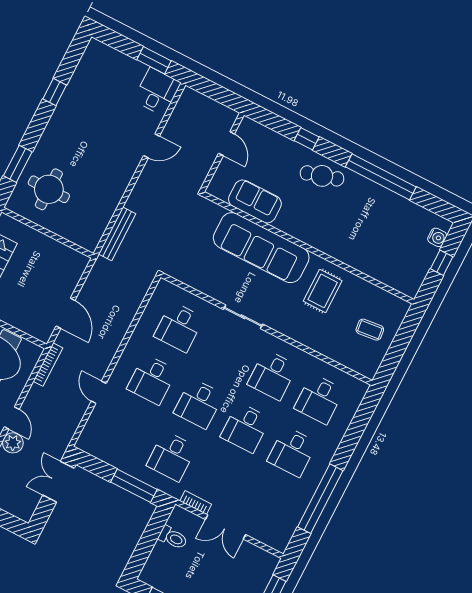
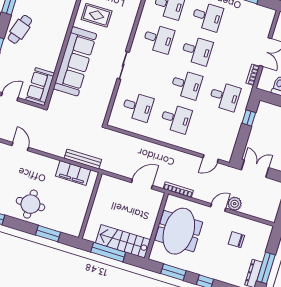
cafe table: (322, 176) -> (20, 29), turned 34
round table: (49, 189) -> (30, 204), moved
sofa: (255, 201) -> (40, 87), moved
filing cabinet: (99, 216) -> (73, 173), added
door: (99, 392) -> (211, 159), moved
double door: (58, 482) -> (255, 169), swing flipped
window: (134, 486) -> (249, 118), width x0.46

